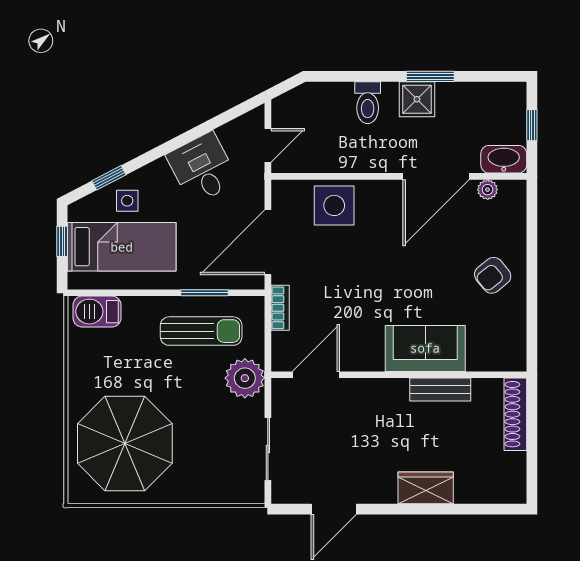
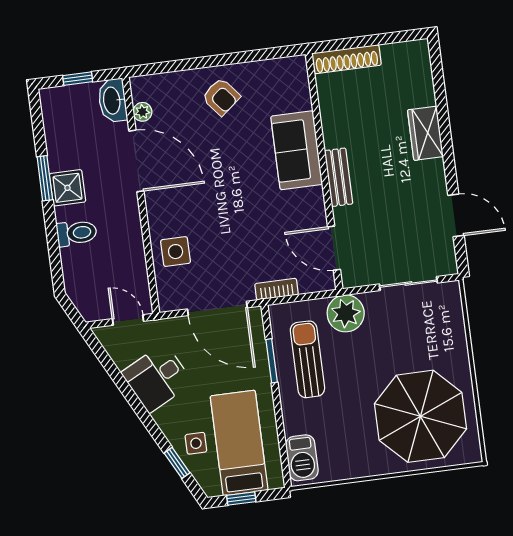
side table: (334, 205) -> (176, 252), width x0.73, depth x0.73
bench: (440, 389) -> (339, 177), moved

